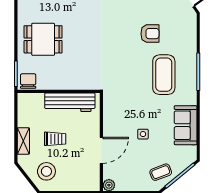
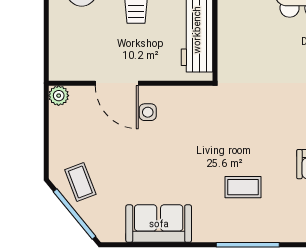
coffee table: (164, 75) -> (243, 187), width x0.54, depth x0.58
side table: (143, 134) -> (148, 112), moved

